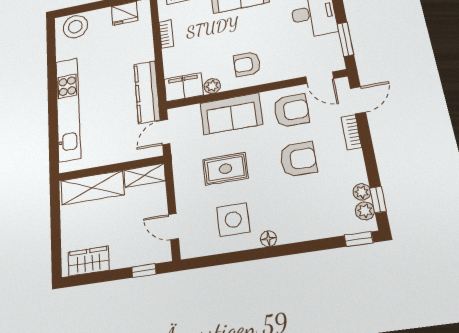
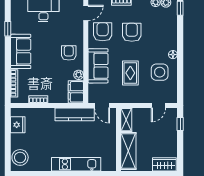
armchair: (247, 64) -> (69, 53), turned 180
kitchen unit: (68, 109) -> (76, 164), width x0.73
wardrobe: (89, 261) -> (164, 164), moved, turned 90

